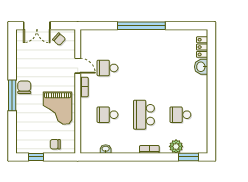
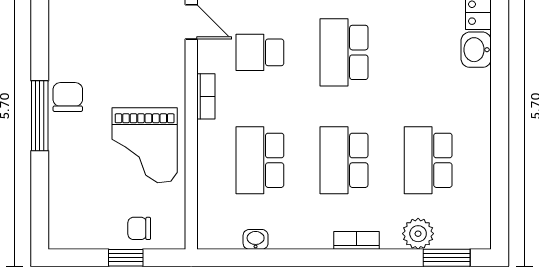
door: (78, 66) -> (191, 22), moved
school desk: (144, 68) -> (344, 52), added
school desk: (107, 115) -> (260, 160), width x1.85
school desk: (180, 115) -> (428, 160), width x1.85
window: (36, 157) -> (126, 258), moved

